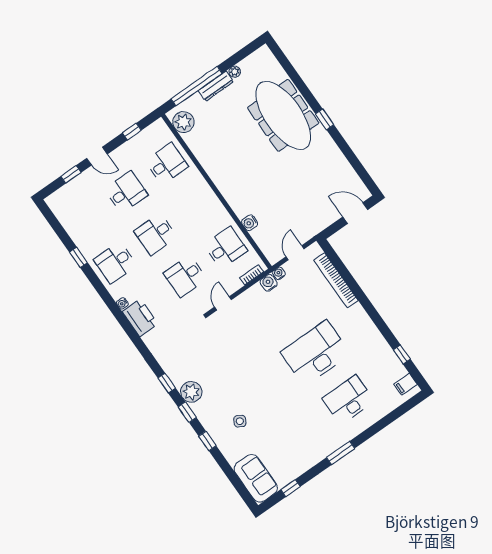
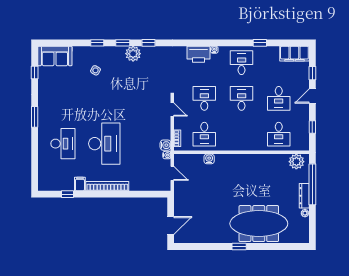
filing cabinet: (63, 210) -> (294, 54), added
bookcase: (336, 280) -> (107, 186), moved
filing cabinet: (406, 384) -> (80, 184), moved

